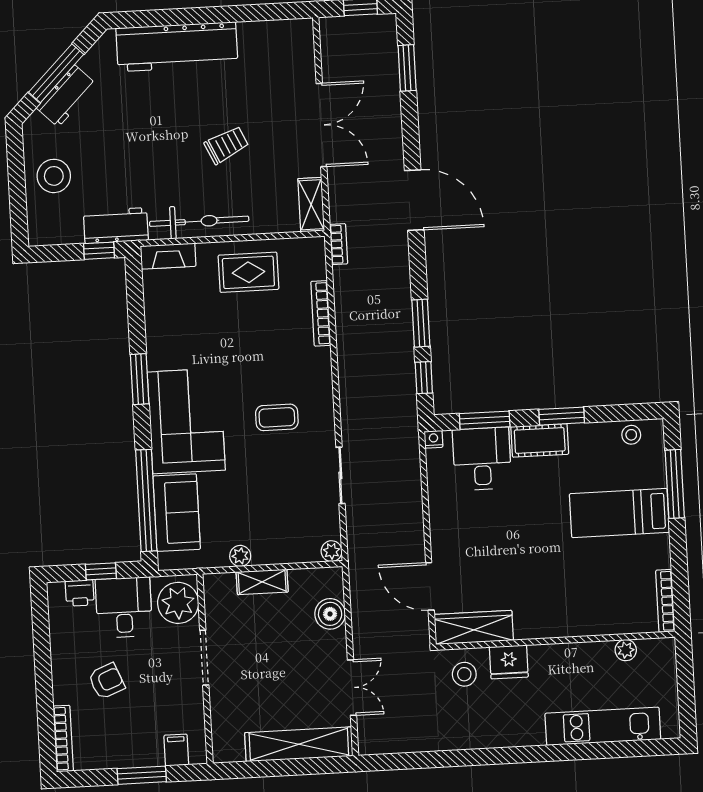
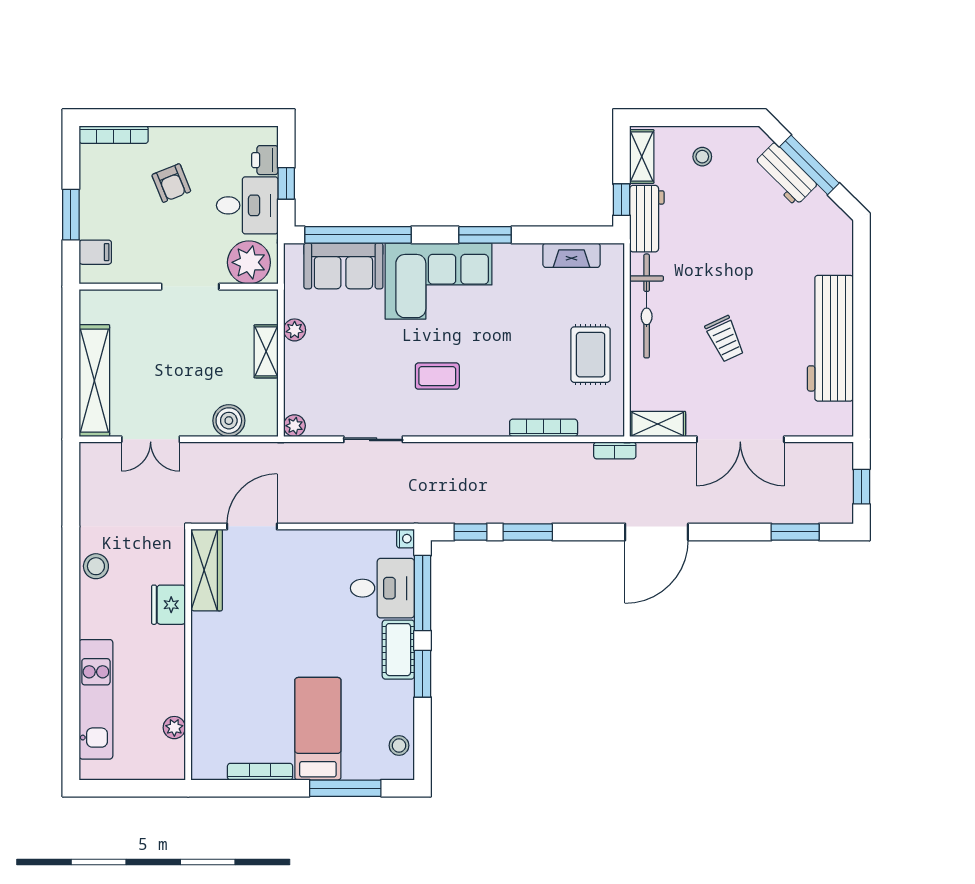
workbench: (177, 47) -> (830, 338), moved
stool: (54, 176) -> (702, 157), width x0.53, depth x0.53
shelving: (57, 234) -> (642, 156), added
fireplace: (168, 256) -> (571, 255), moved, turned -90
coffee table: (277, 417) -> (437, 376), turned 90
window: (485, 420) -> (423, 593), width x1.44
bookcase: (665, 601) -> (260, 772), moved
stool: (464, 674) -> (96, 566), moved

